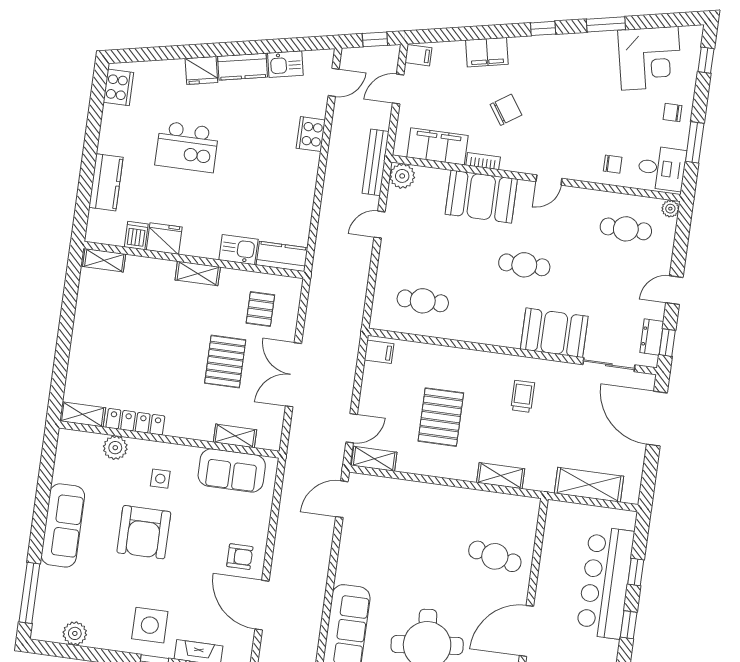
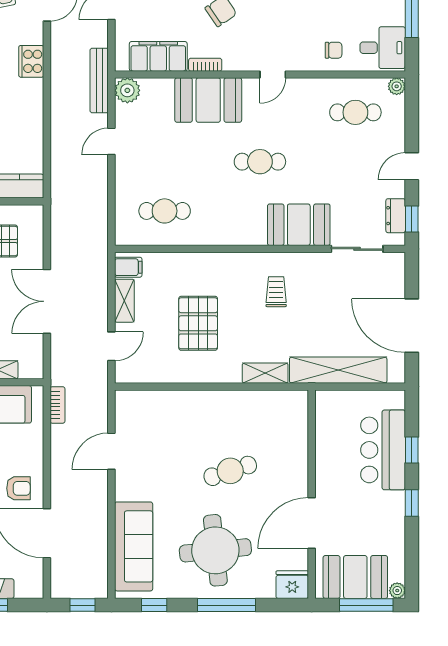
door: (657, 419) -> (412, 326), moved
shelving: (374, 459) -> (124, 301), moved, turned 90
bookcase: (290, 479) -> (57, 405), added
shelving: (589, 485) -> (338, 370), width x1.47
door: (342, 499) -> (111, 451), moved
cafe table: (495, 556) -> (230, 471), moved, turned -30
bar counter: (605, 582) -> (383, 450), width x0.73

